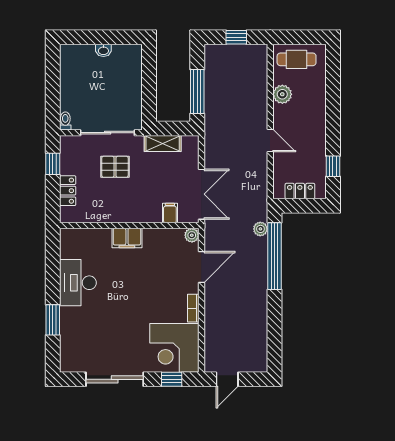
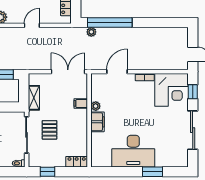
locker: (68, 191) -> (77, 162), moved
filing cabinet: (170, 213) -> (81, 103), moved
plant: (192, 235) -> (96, 106), moved
door: (201, 267) -> (117, 72), hinge flipped
desk: (78, 283) -> (133, 151), width x1.36, depth x1.30

